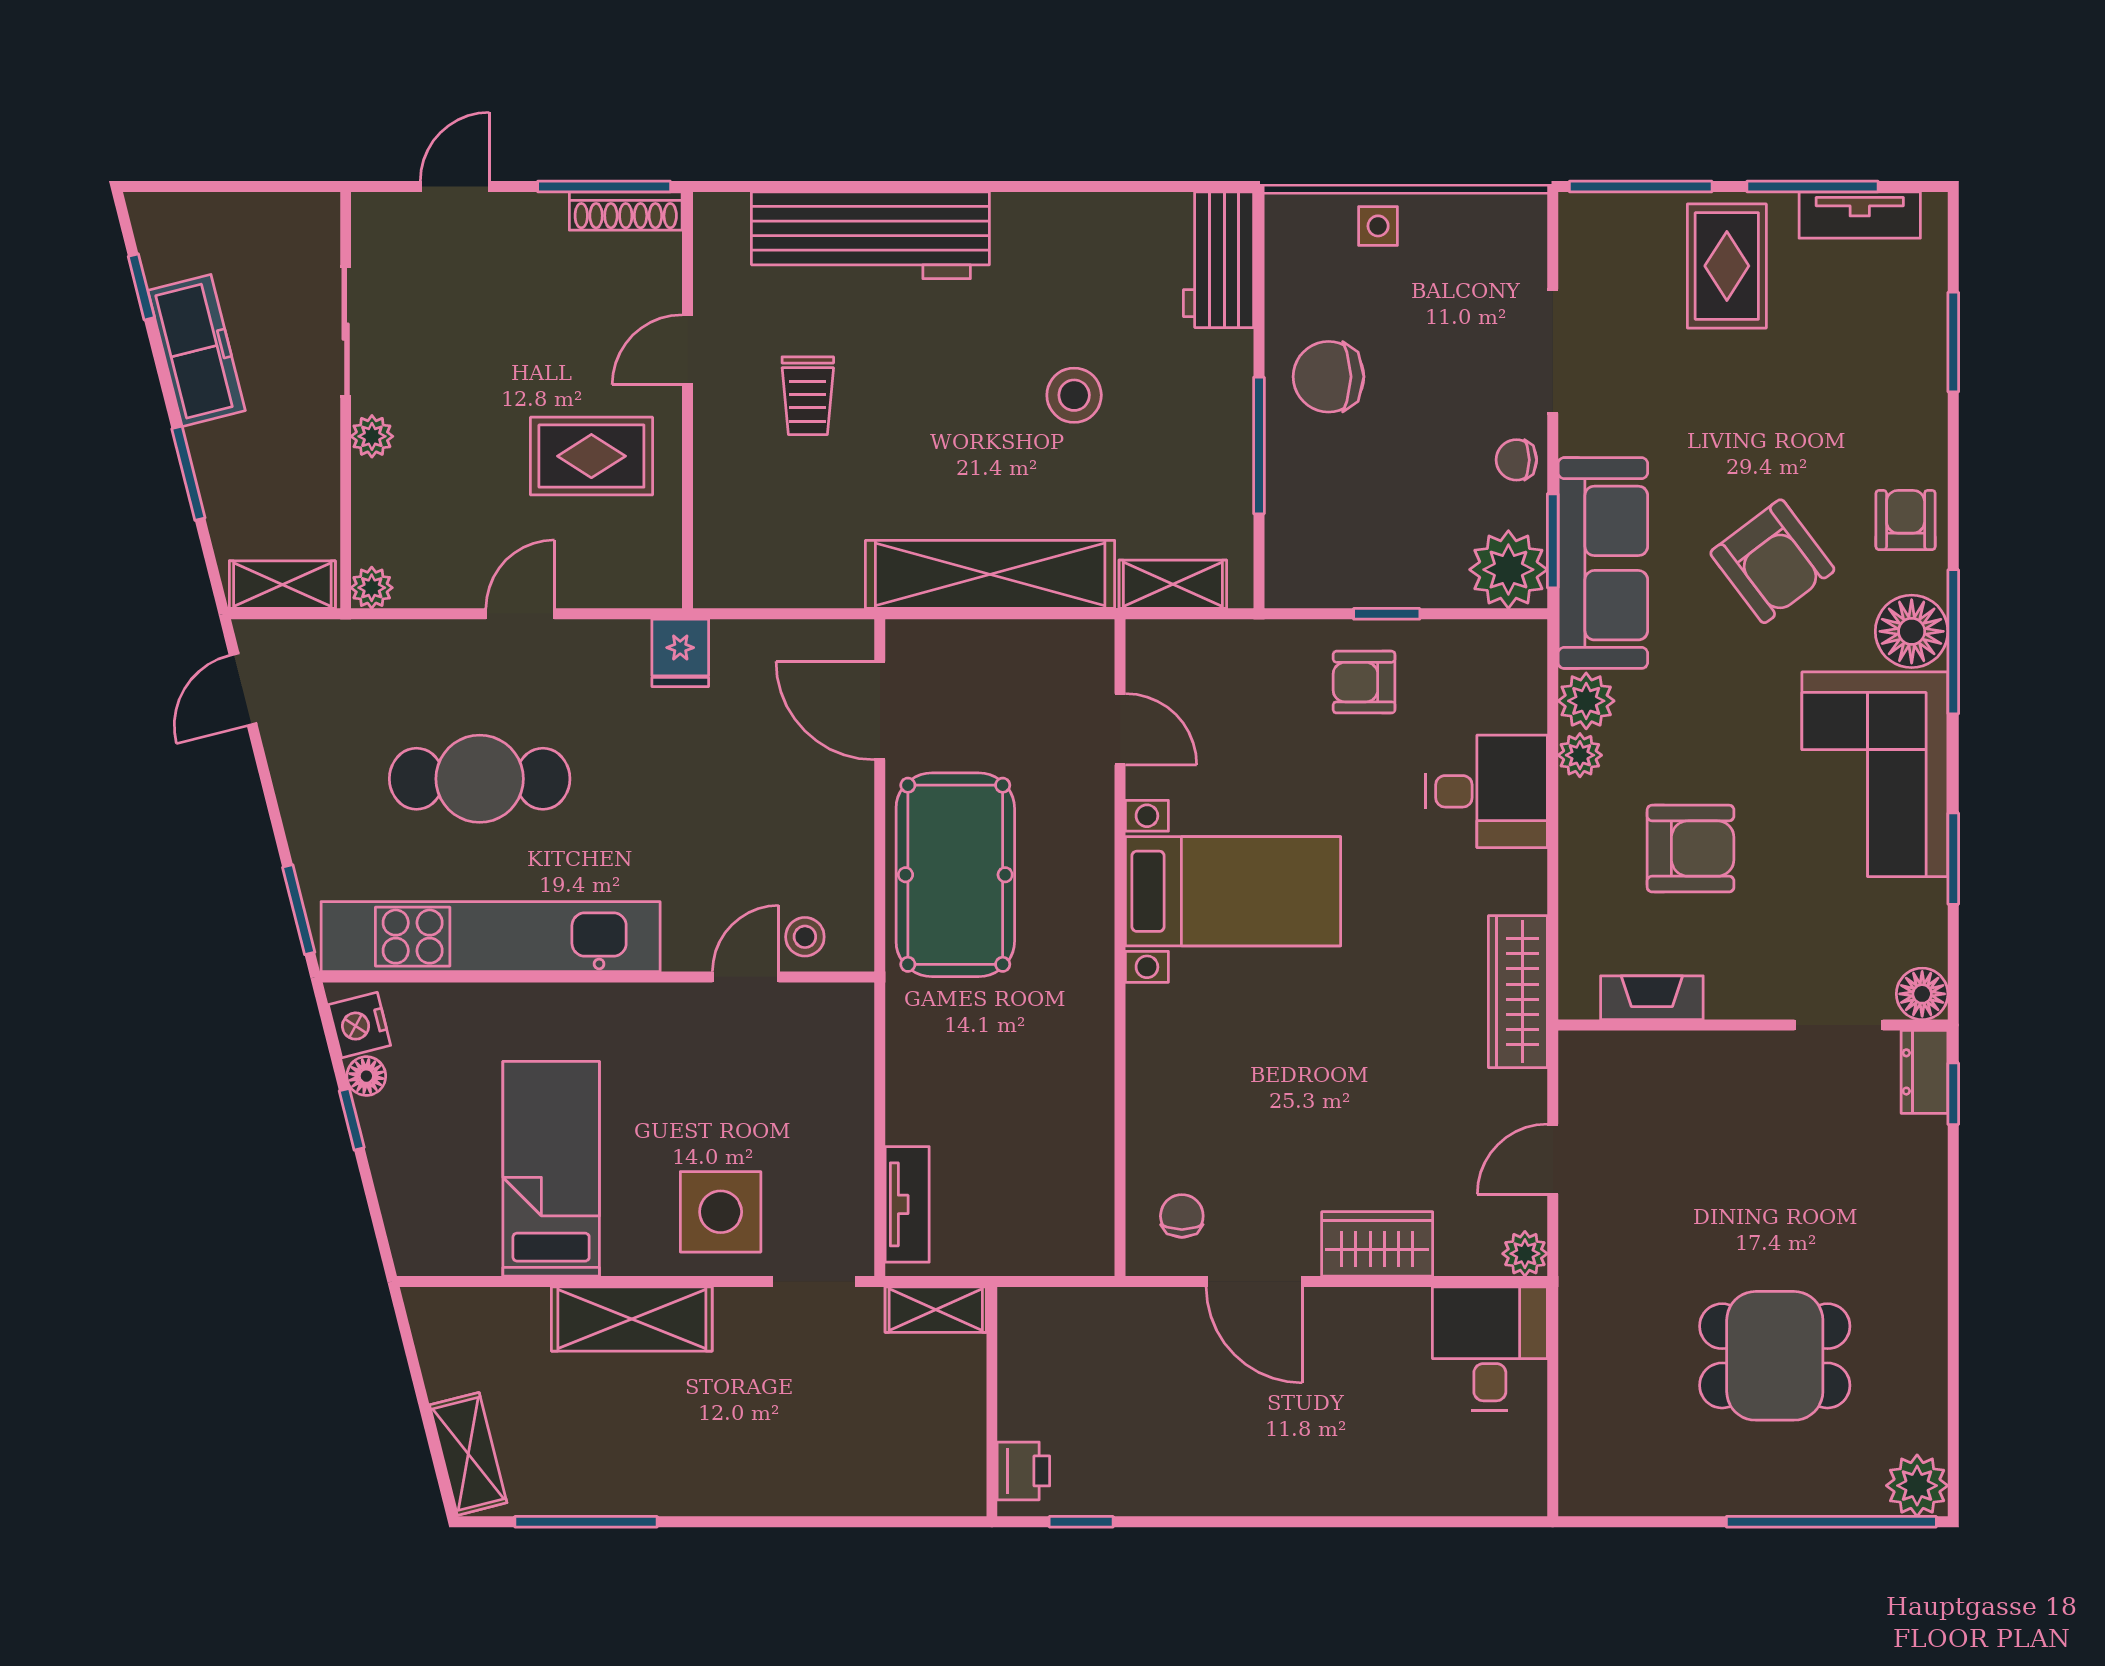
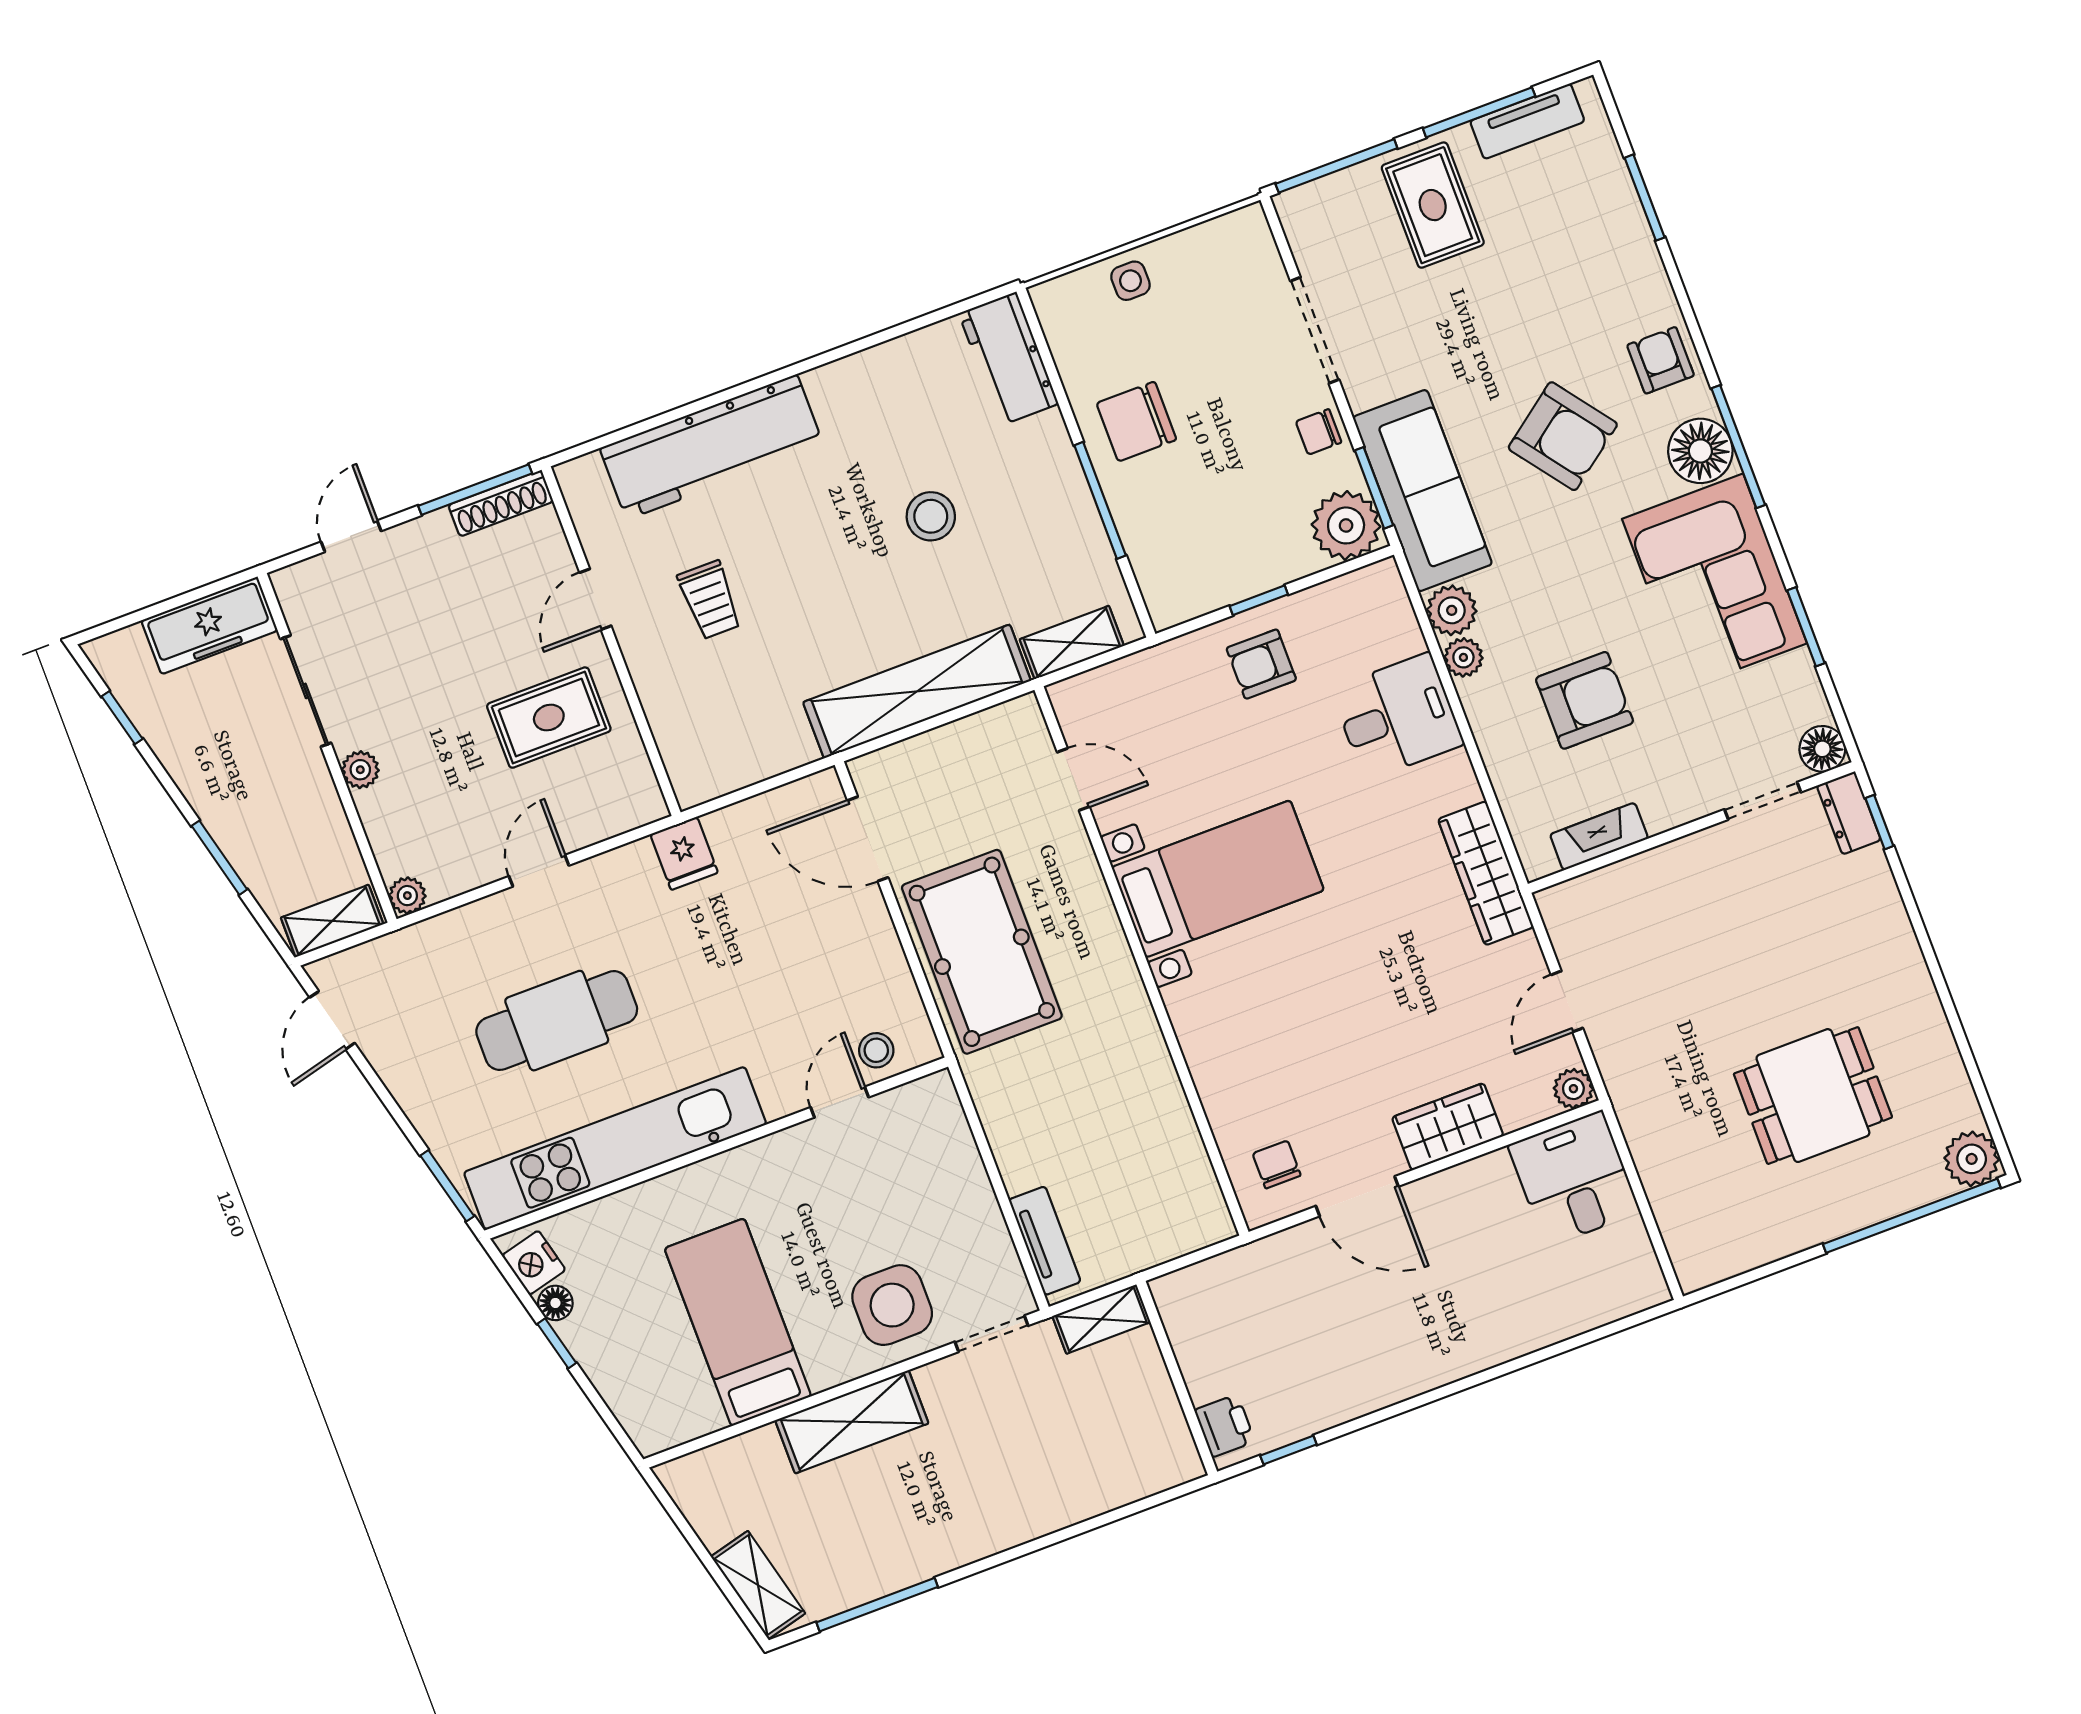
freezer: (197, 350) -> (209, 626), moved, turned 104

